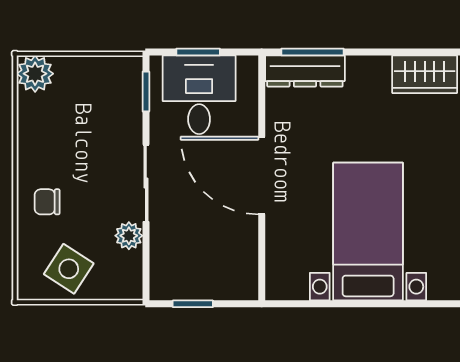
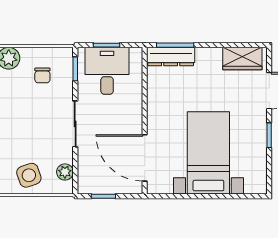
door: (262, 176) -> (145, 158), moved
chair: (47, 202) -> (42, 75), moved, turned -90
plant: (129, 236) -> (65, 172), moved
side table: (69, 269) -> (29, 175), turned 38

